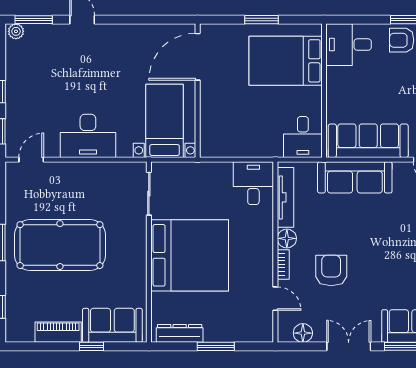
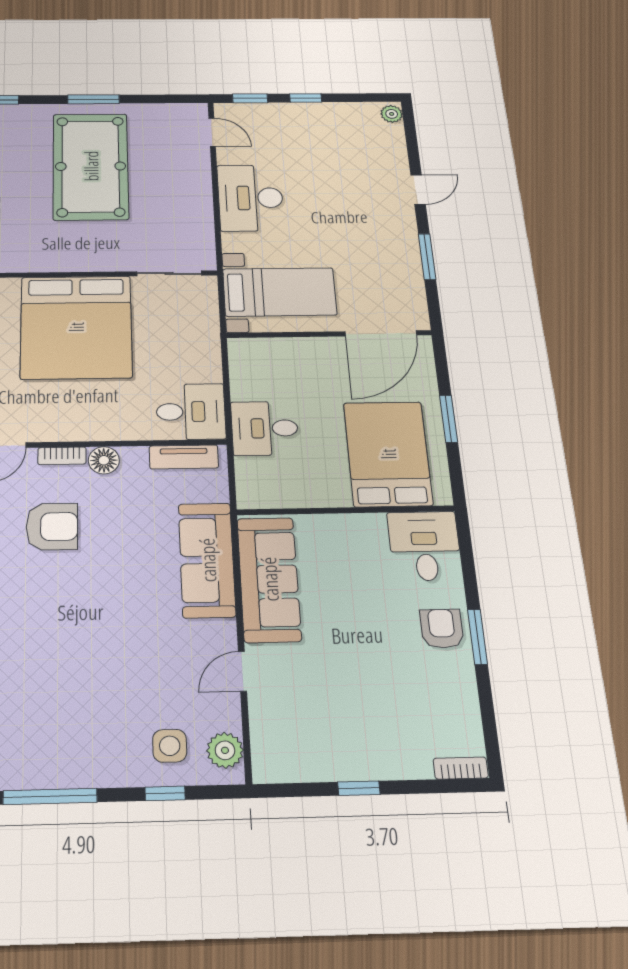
window: (34, 20) -> (427, 257), moved
door: (198, 57) -> (381, 333), swing flipped
desk: (303, 137) -> (265, 428), moved
tv unit: (285, 197) -> (184, 457), width x0.71

